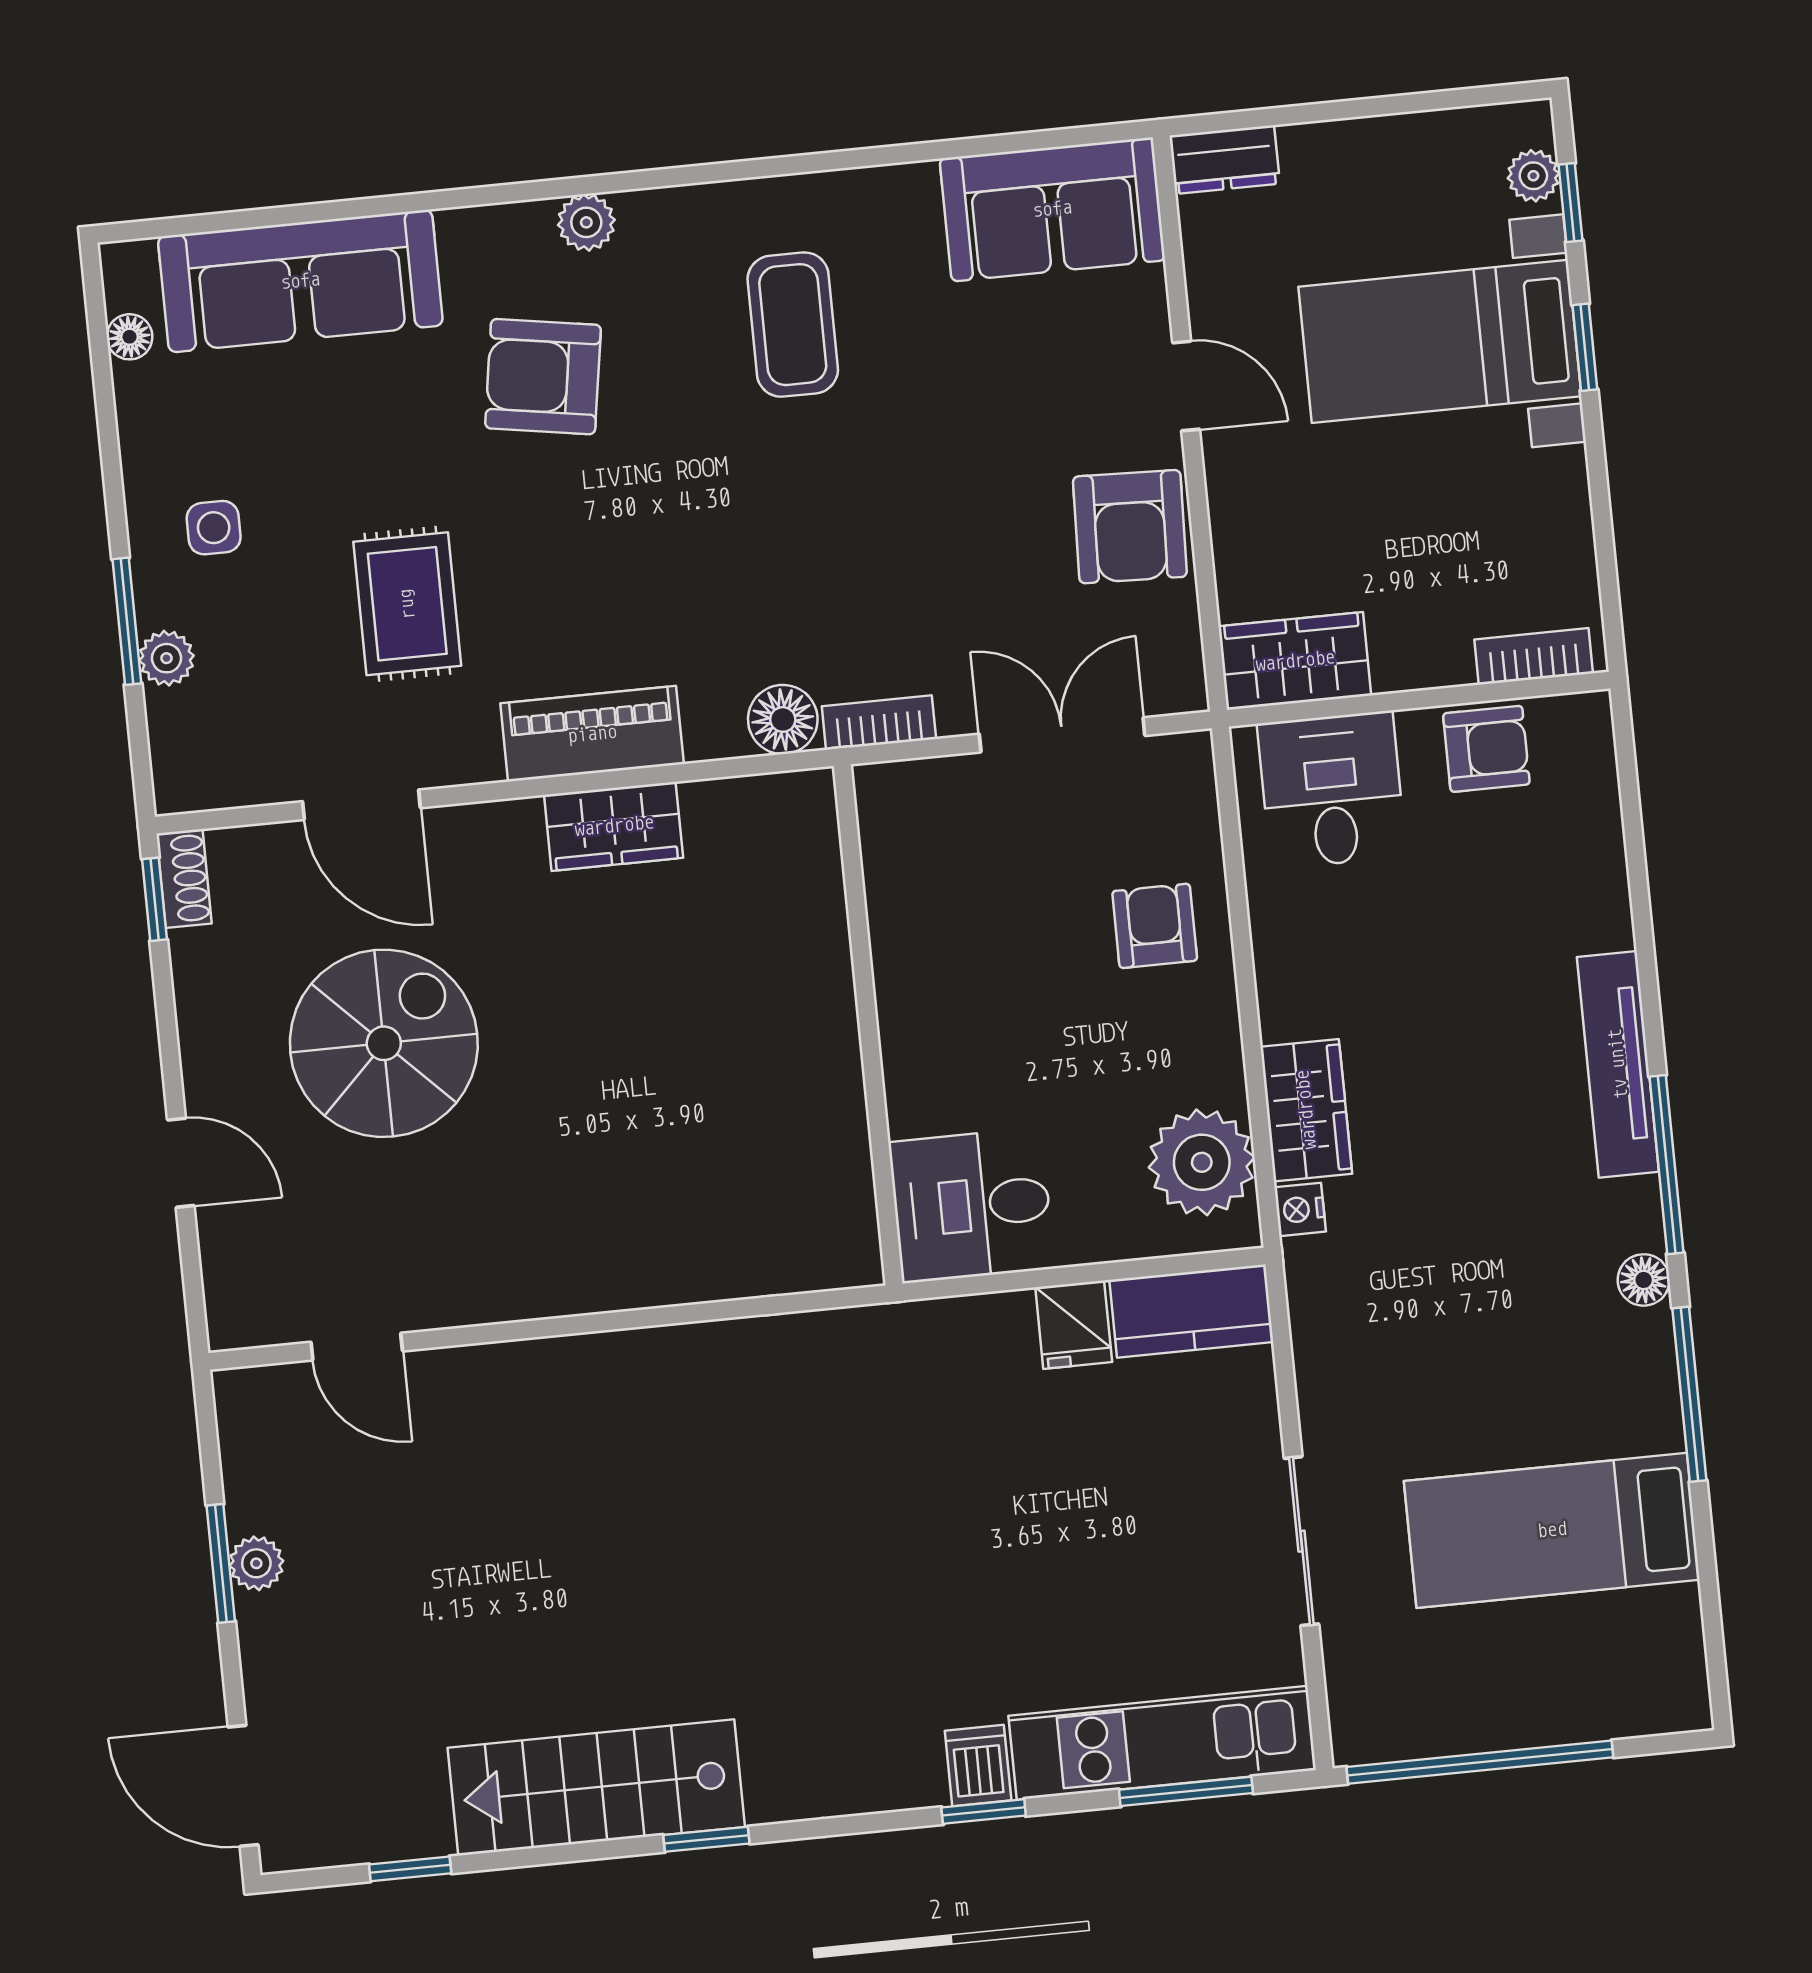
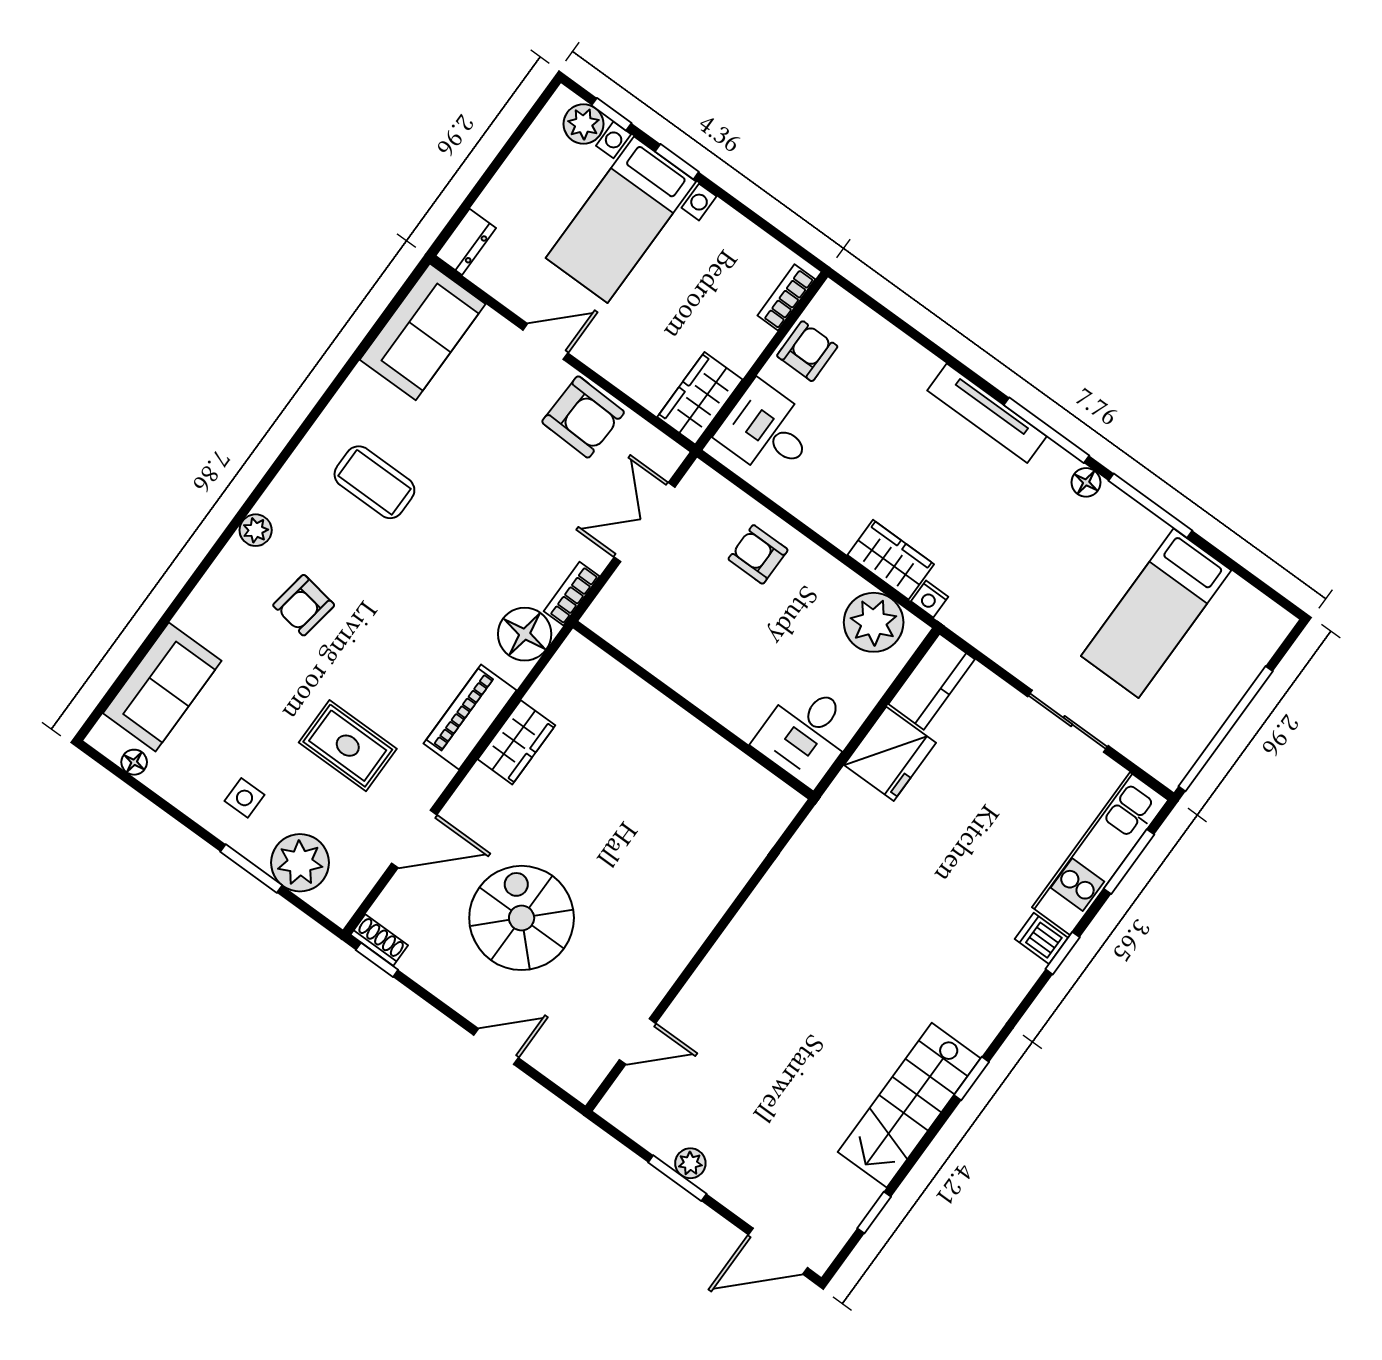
plant: (1533, 176) -> (583, 124), width x1.38, depth x1.38
sofa: (300, 281) -> (162, 687), width x0.73
armchair: (543, 377) -> (304, 605), width x0.72, depth x0.72
plant: (166, 658) -> (300, 863), width x1.87, depth x1.87
floor lamp: (783, 719) -> (525, 634), width x1.38, depth x1.38
fridge: (1074, 1325) -> (890, 754), width x1.88, depth x1.34

